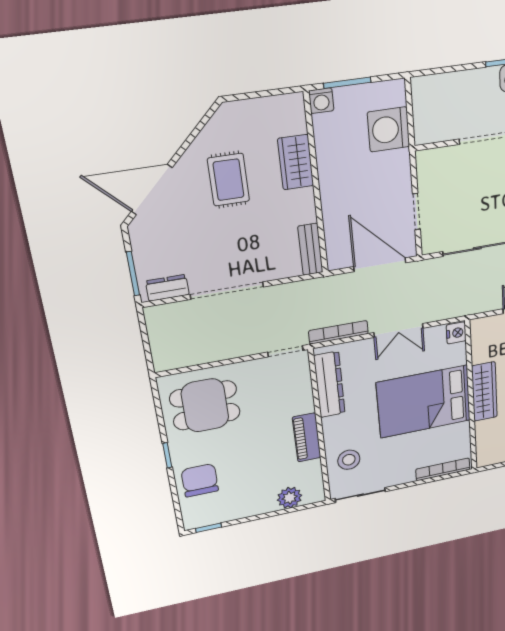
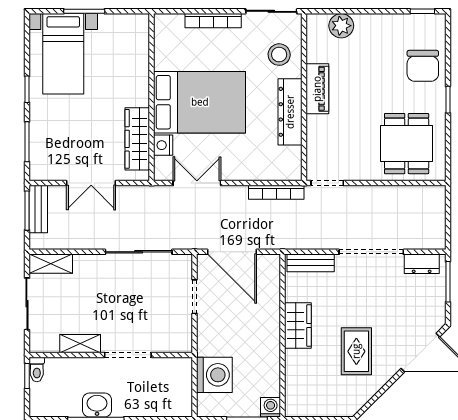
wardrobe: (296, 162) -> (298, 325), moved
bench: (310, 249) -> (311, 263), moved, turned 90
double door: (398, 330) -> (197, 183), moved
nightstand: (456, 333) -> (163, 145), moved
dresser: (329, 385) -> (290, 112), moved
wardrobe: (484, 392) -> (137, 139), moved
dining table: (205, 405) -> (407, 144), turned 90
bookcase: (443, 469) -> (213, 21), moved

